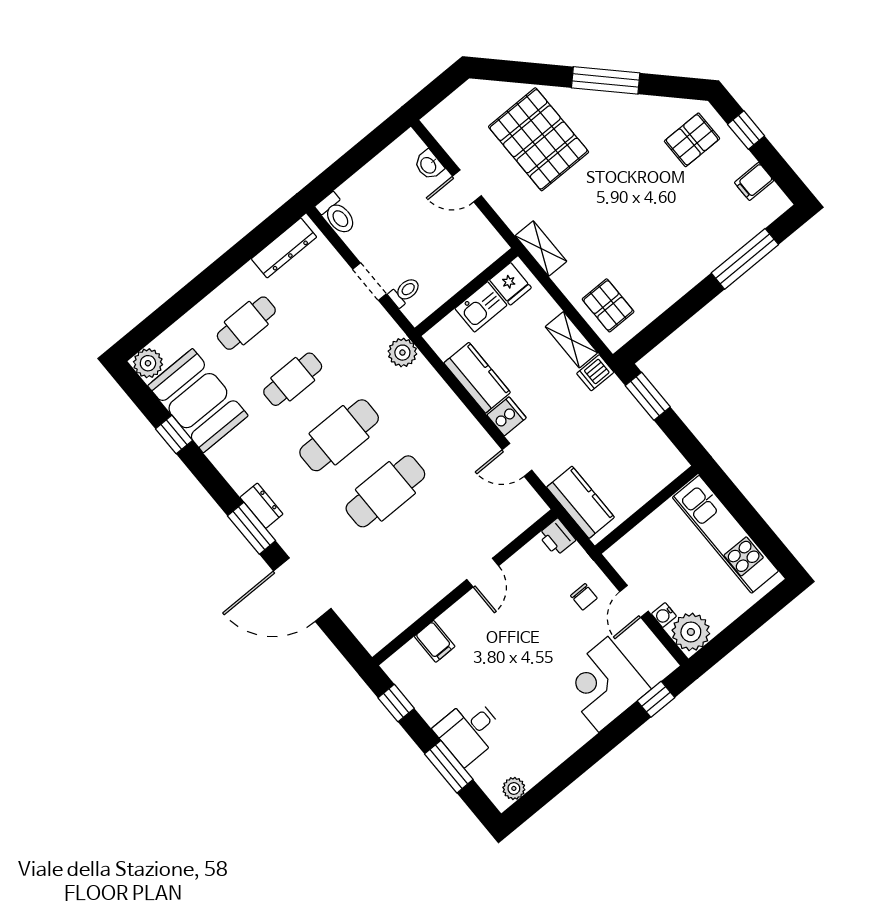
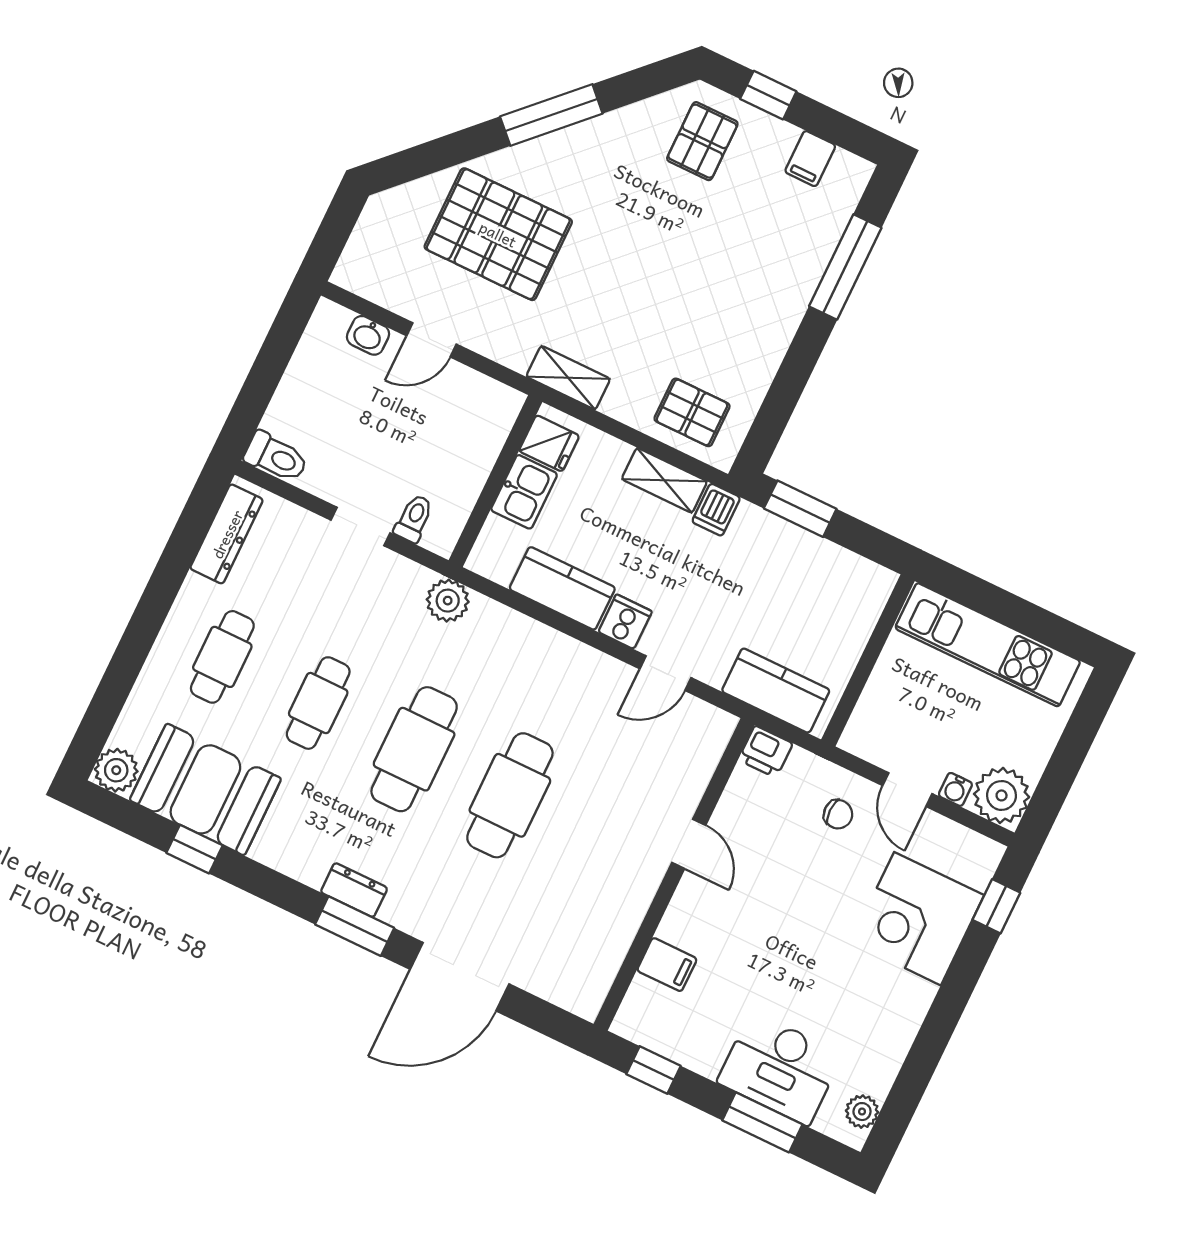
desk: (469, 731) -> (780, 1068), width x1.37

